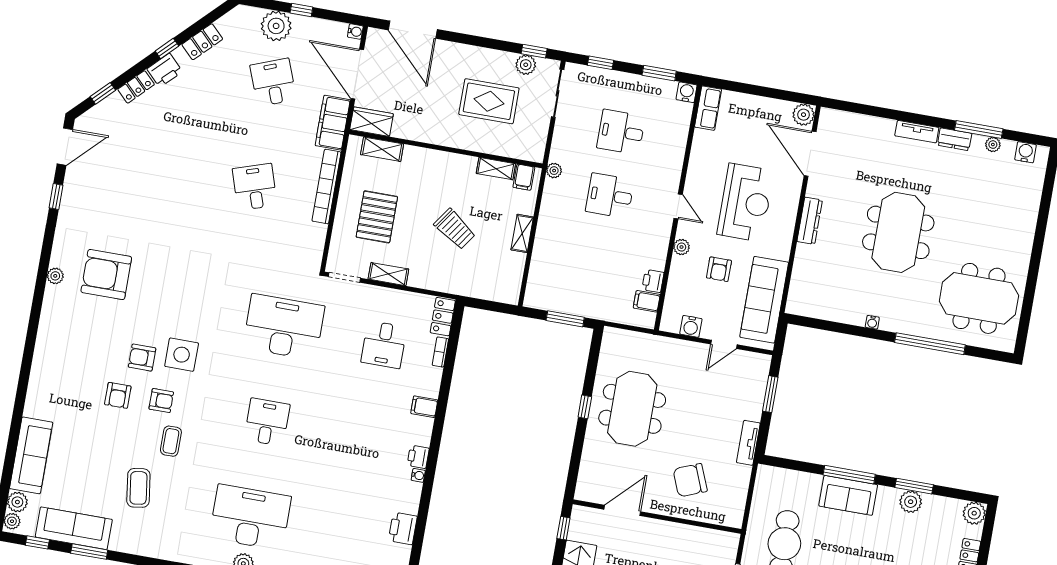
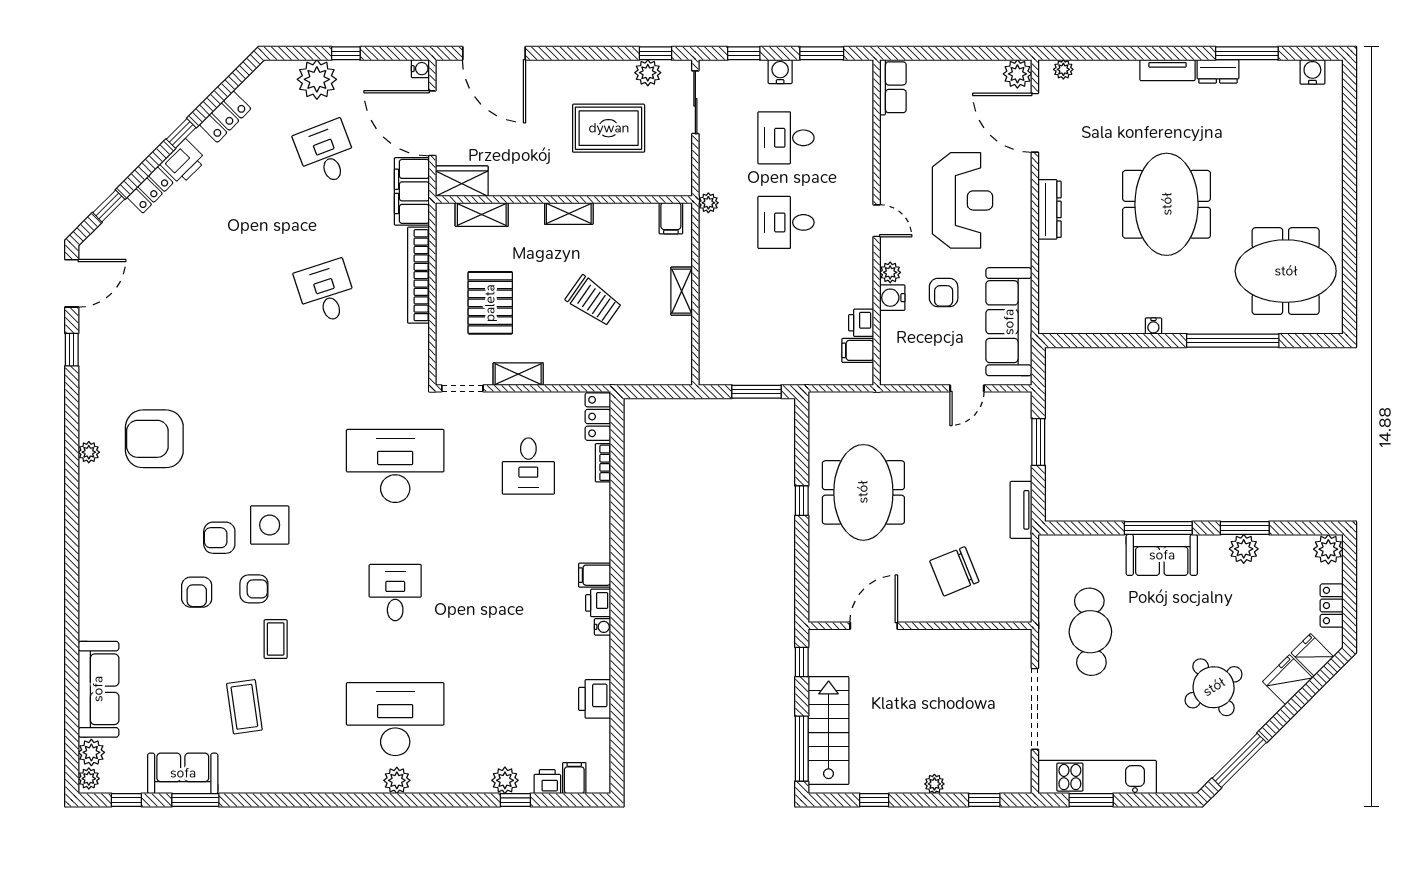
water cooler: (687, 92) -> (780, 72), moved
plant: (993, 145) -> (1063, 69), moved
shelving: (496, 169) -> (569, 213), moved
water cooler: (691, 326) -> (892, 298), moved, turned 90
filing cabinet: (424, 407) -> (595, 575), moved
sofa: (74, 528) -> (183, 773), width x0.73

